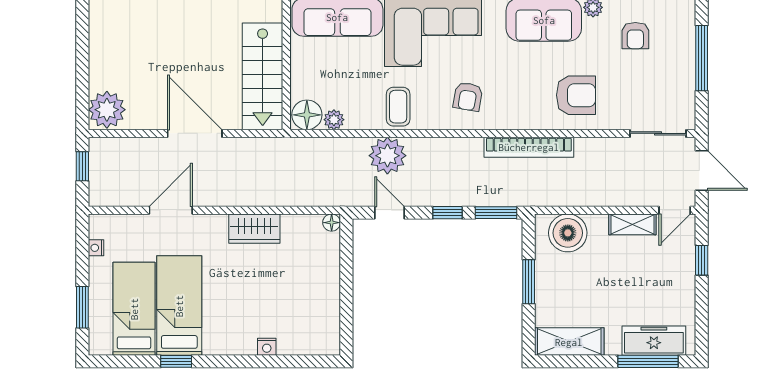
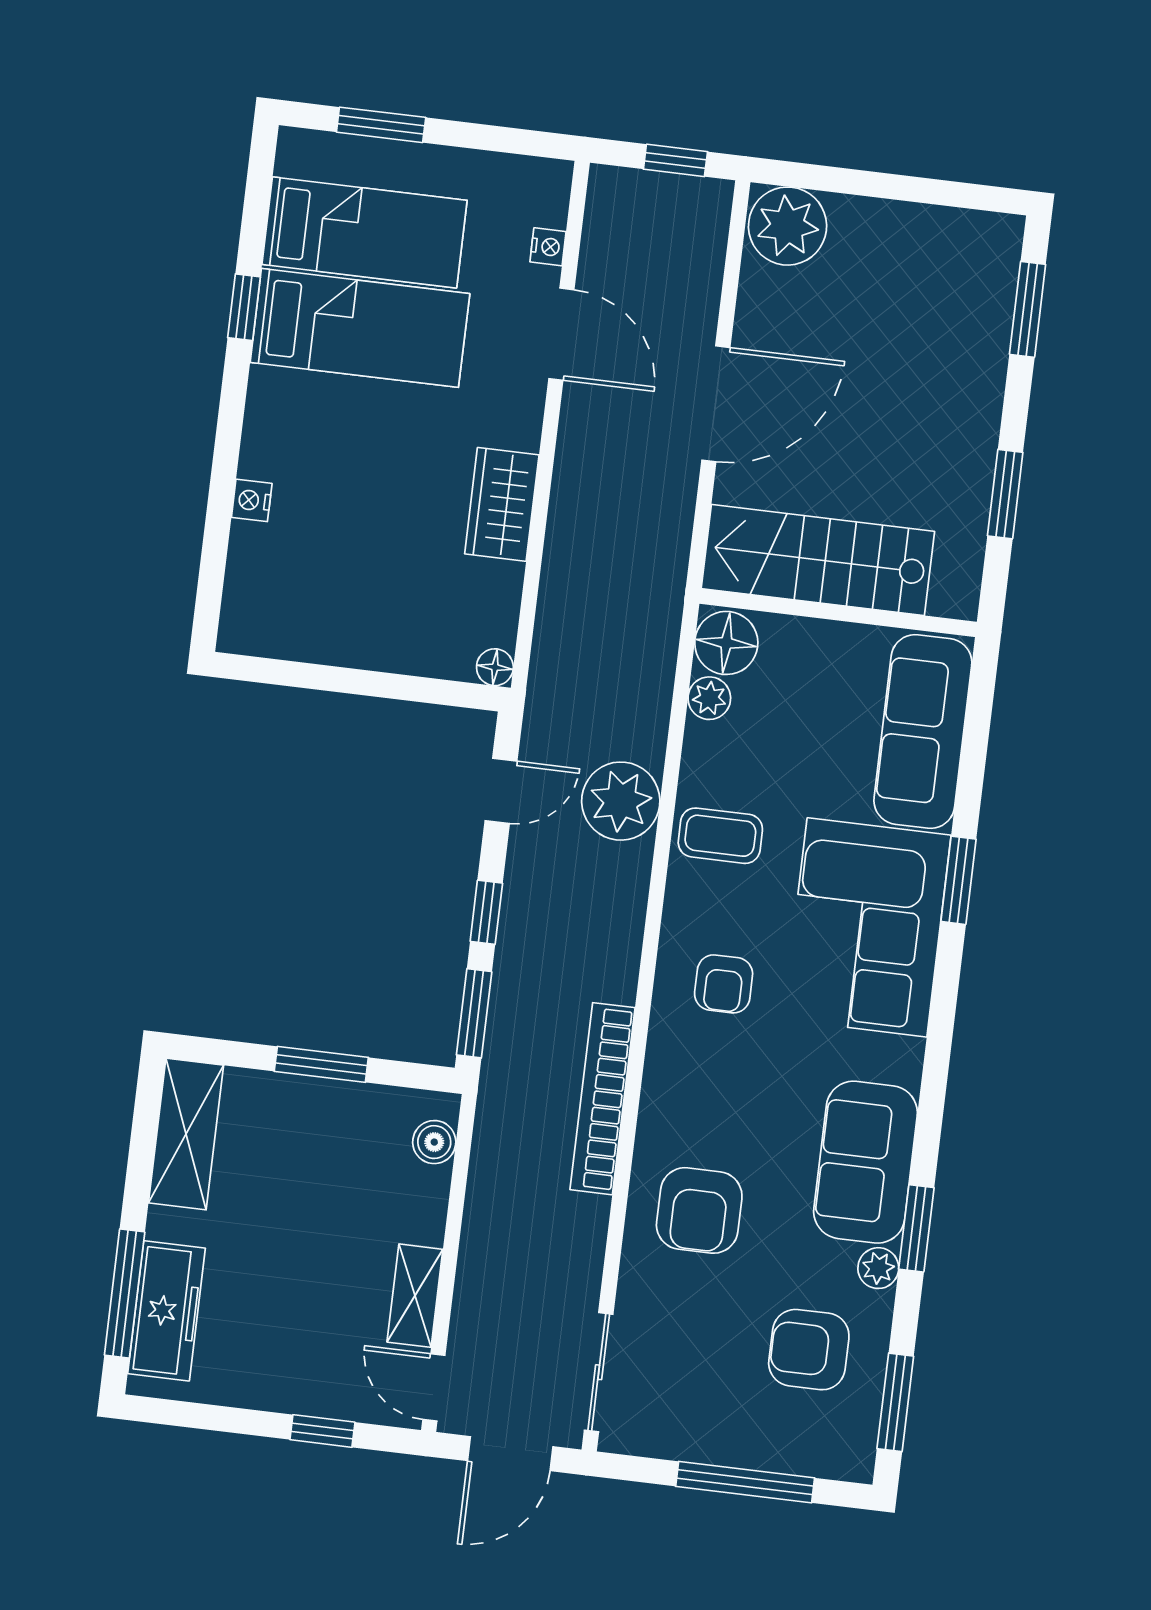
armchair: (635, 36) -> (809, 1350), width x1.38, depth x1.38
armchair: (468, 97) -> (724, 984), turned -100
boiler: (568, 233) -> (434, 1142), width x0.54, depth x0.54
nightstand: (96, 248) -> (548, 247), moved, turned 90

